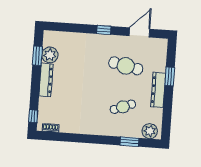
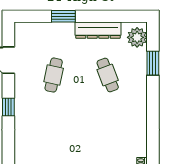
cafe table: (126, 66) -> (54, 75), width x0.73, depth x0.74
dresser: (158, 90) -> (98, 30), moved

